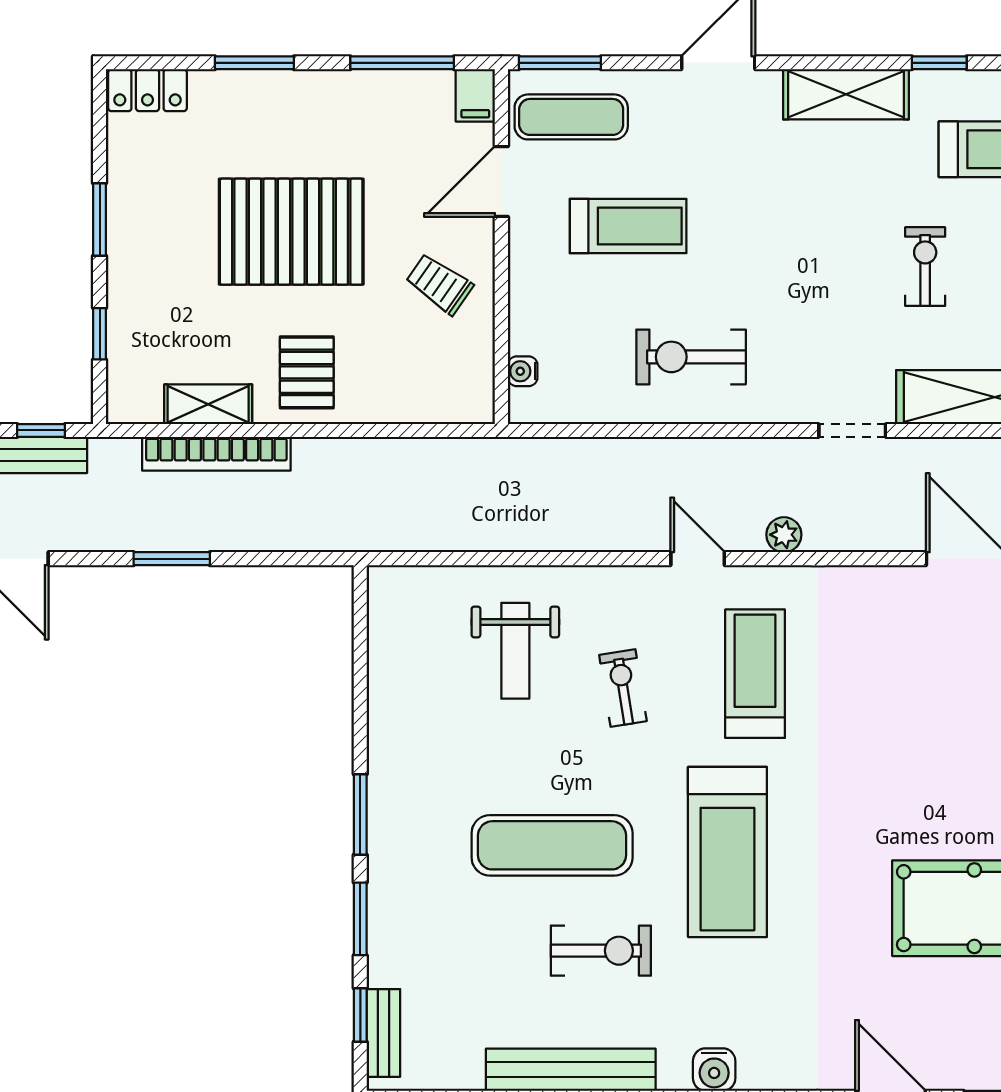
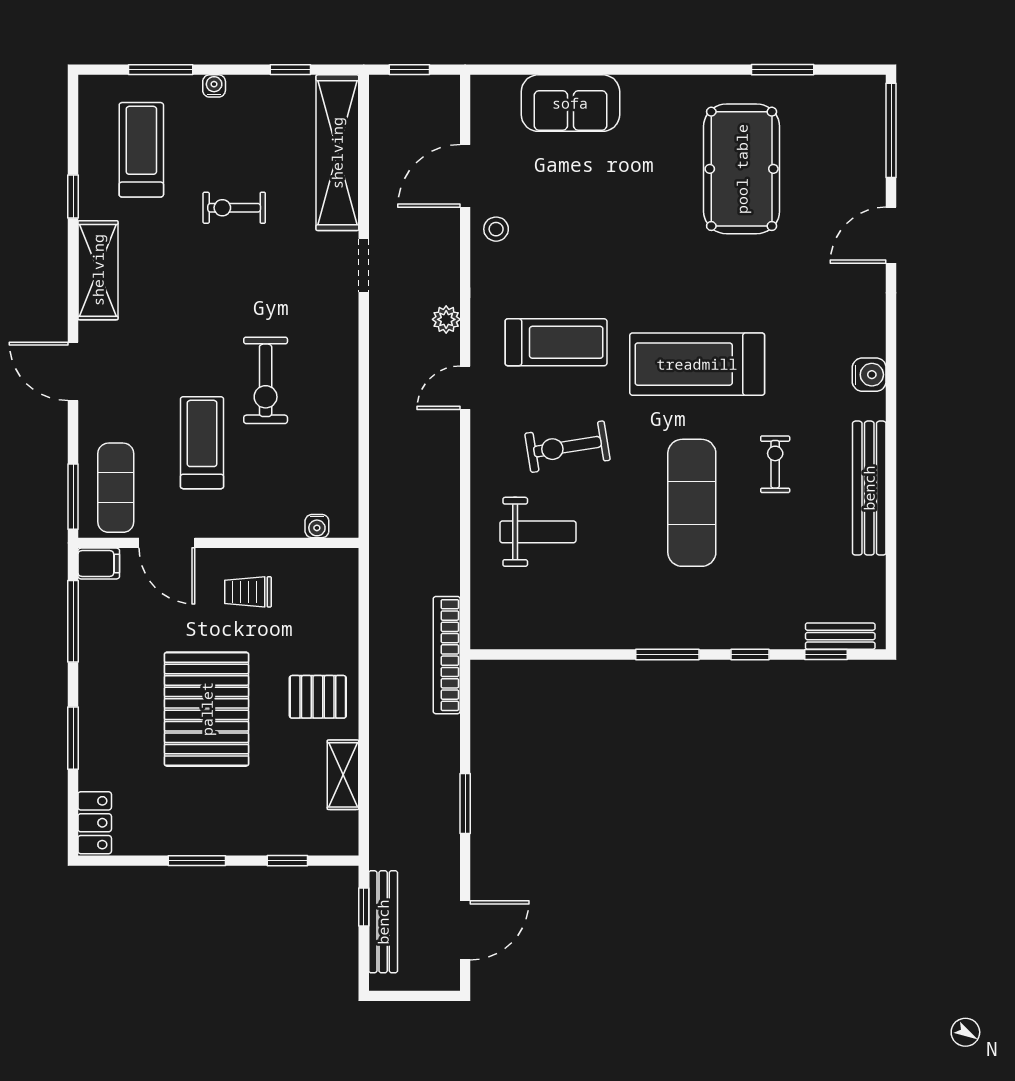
trolley: (439, 284) -> (248, 592), turned 55
exercise bike: (691, 357) -> (266, 380), moved
bookcase: (216, 454) -> (447, 655), moved, turned 180
stool: (898, 598) -> (496, 229), added
treadmill: (755, 674) -> (556, 342), turned 180
exercise bike: (623, 688) -> (567, 447), width x1.38, depth x1.39
treadmill: (727, 852) -> (697, 364), turned 180
window: (360, 919) -> (750, 654), width x0.67
exercise bike: (601, 951) -> (775, 464), width x0.73, depth x0.72

